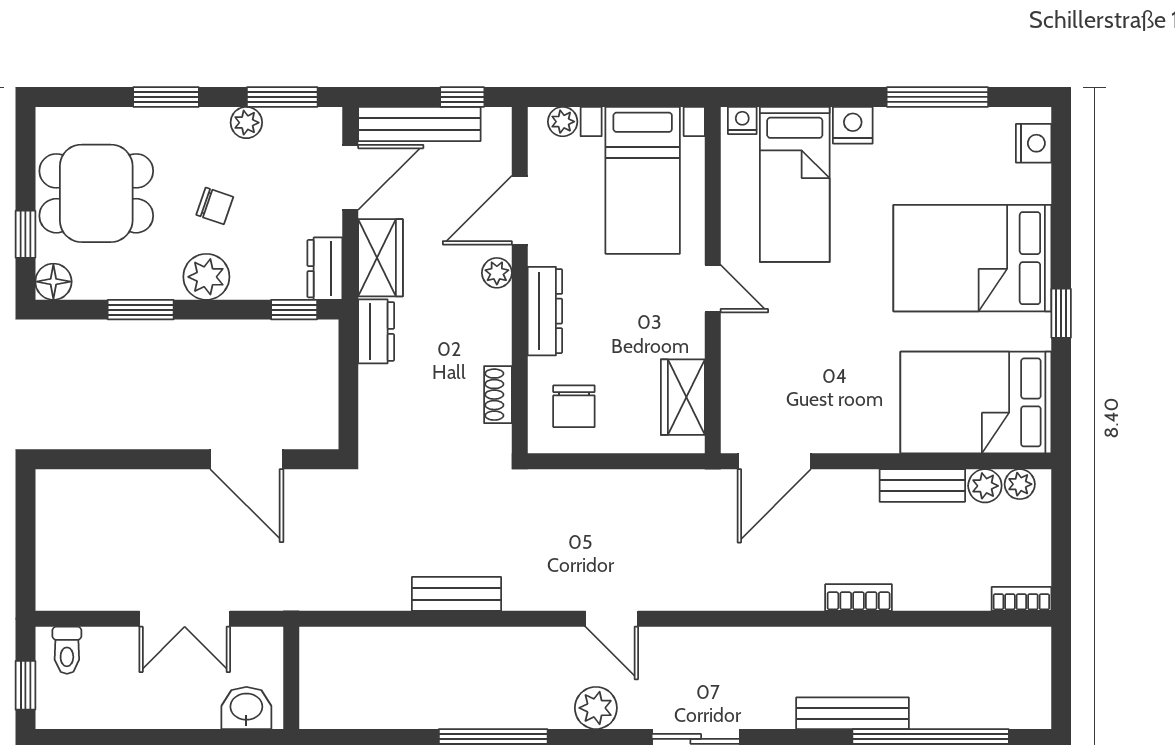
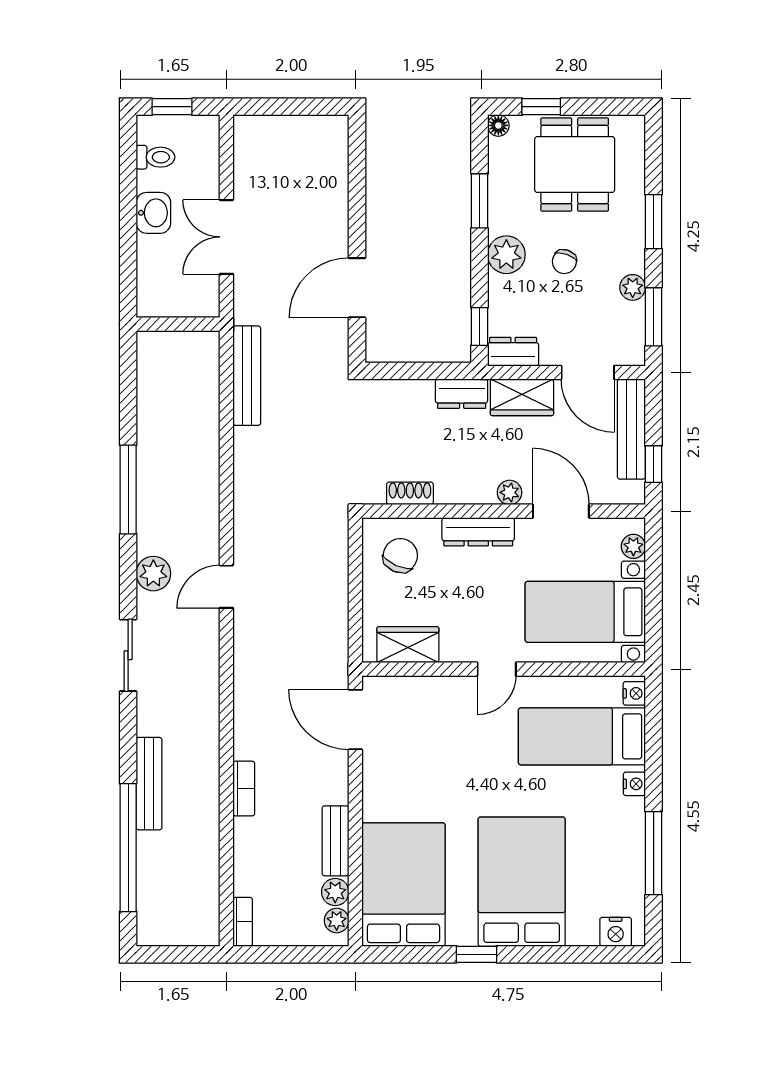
nightstand: (853, 125) -> (634, 784), width x0.72, depth x0.74
floor lamp: (53, 282) -> (498, 125), width x0.73, depth x0.73
chair: (574, 406) -> (400, 556), turned 114
bench: (457, 594) -> (247, 376), moved, width x1.36
toilet: (67, 650) -> (155, 157), moved, turned 180
washbasin: (246, 708) -> (153, 213), moved

